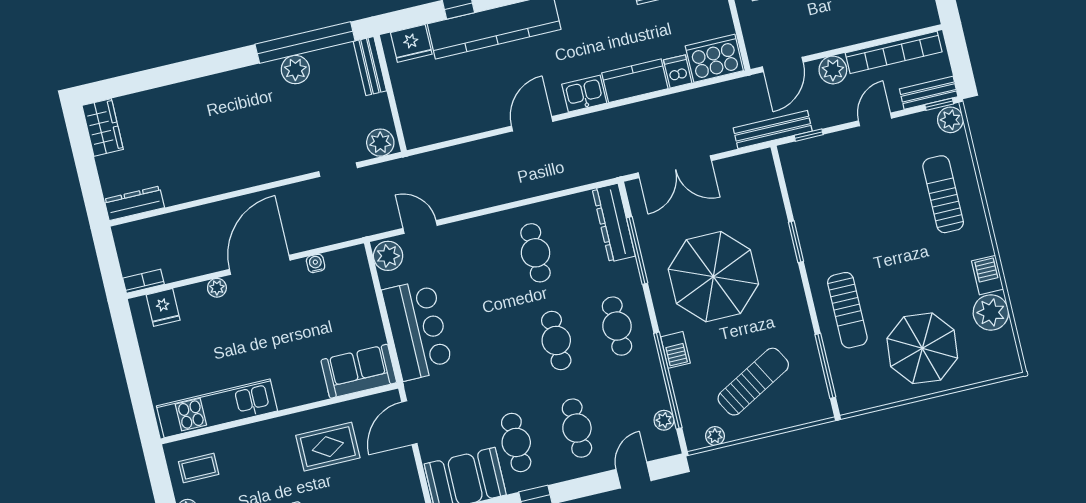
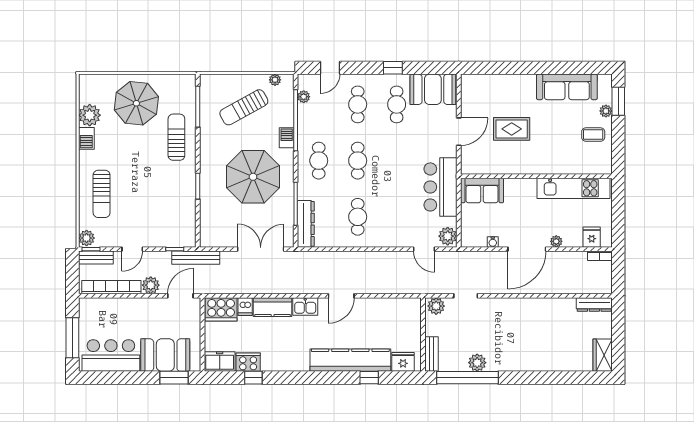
sofa: (359, 371) -> (482, 190), moved
kitchen unit: (217, 408) -> (573, 188), moved
wall: (279, 414) -> (536, 176), moved

